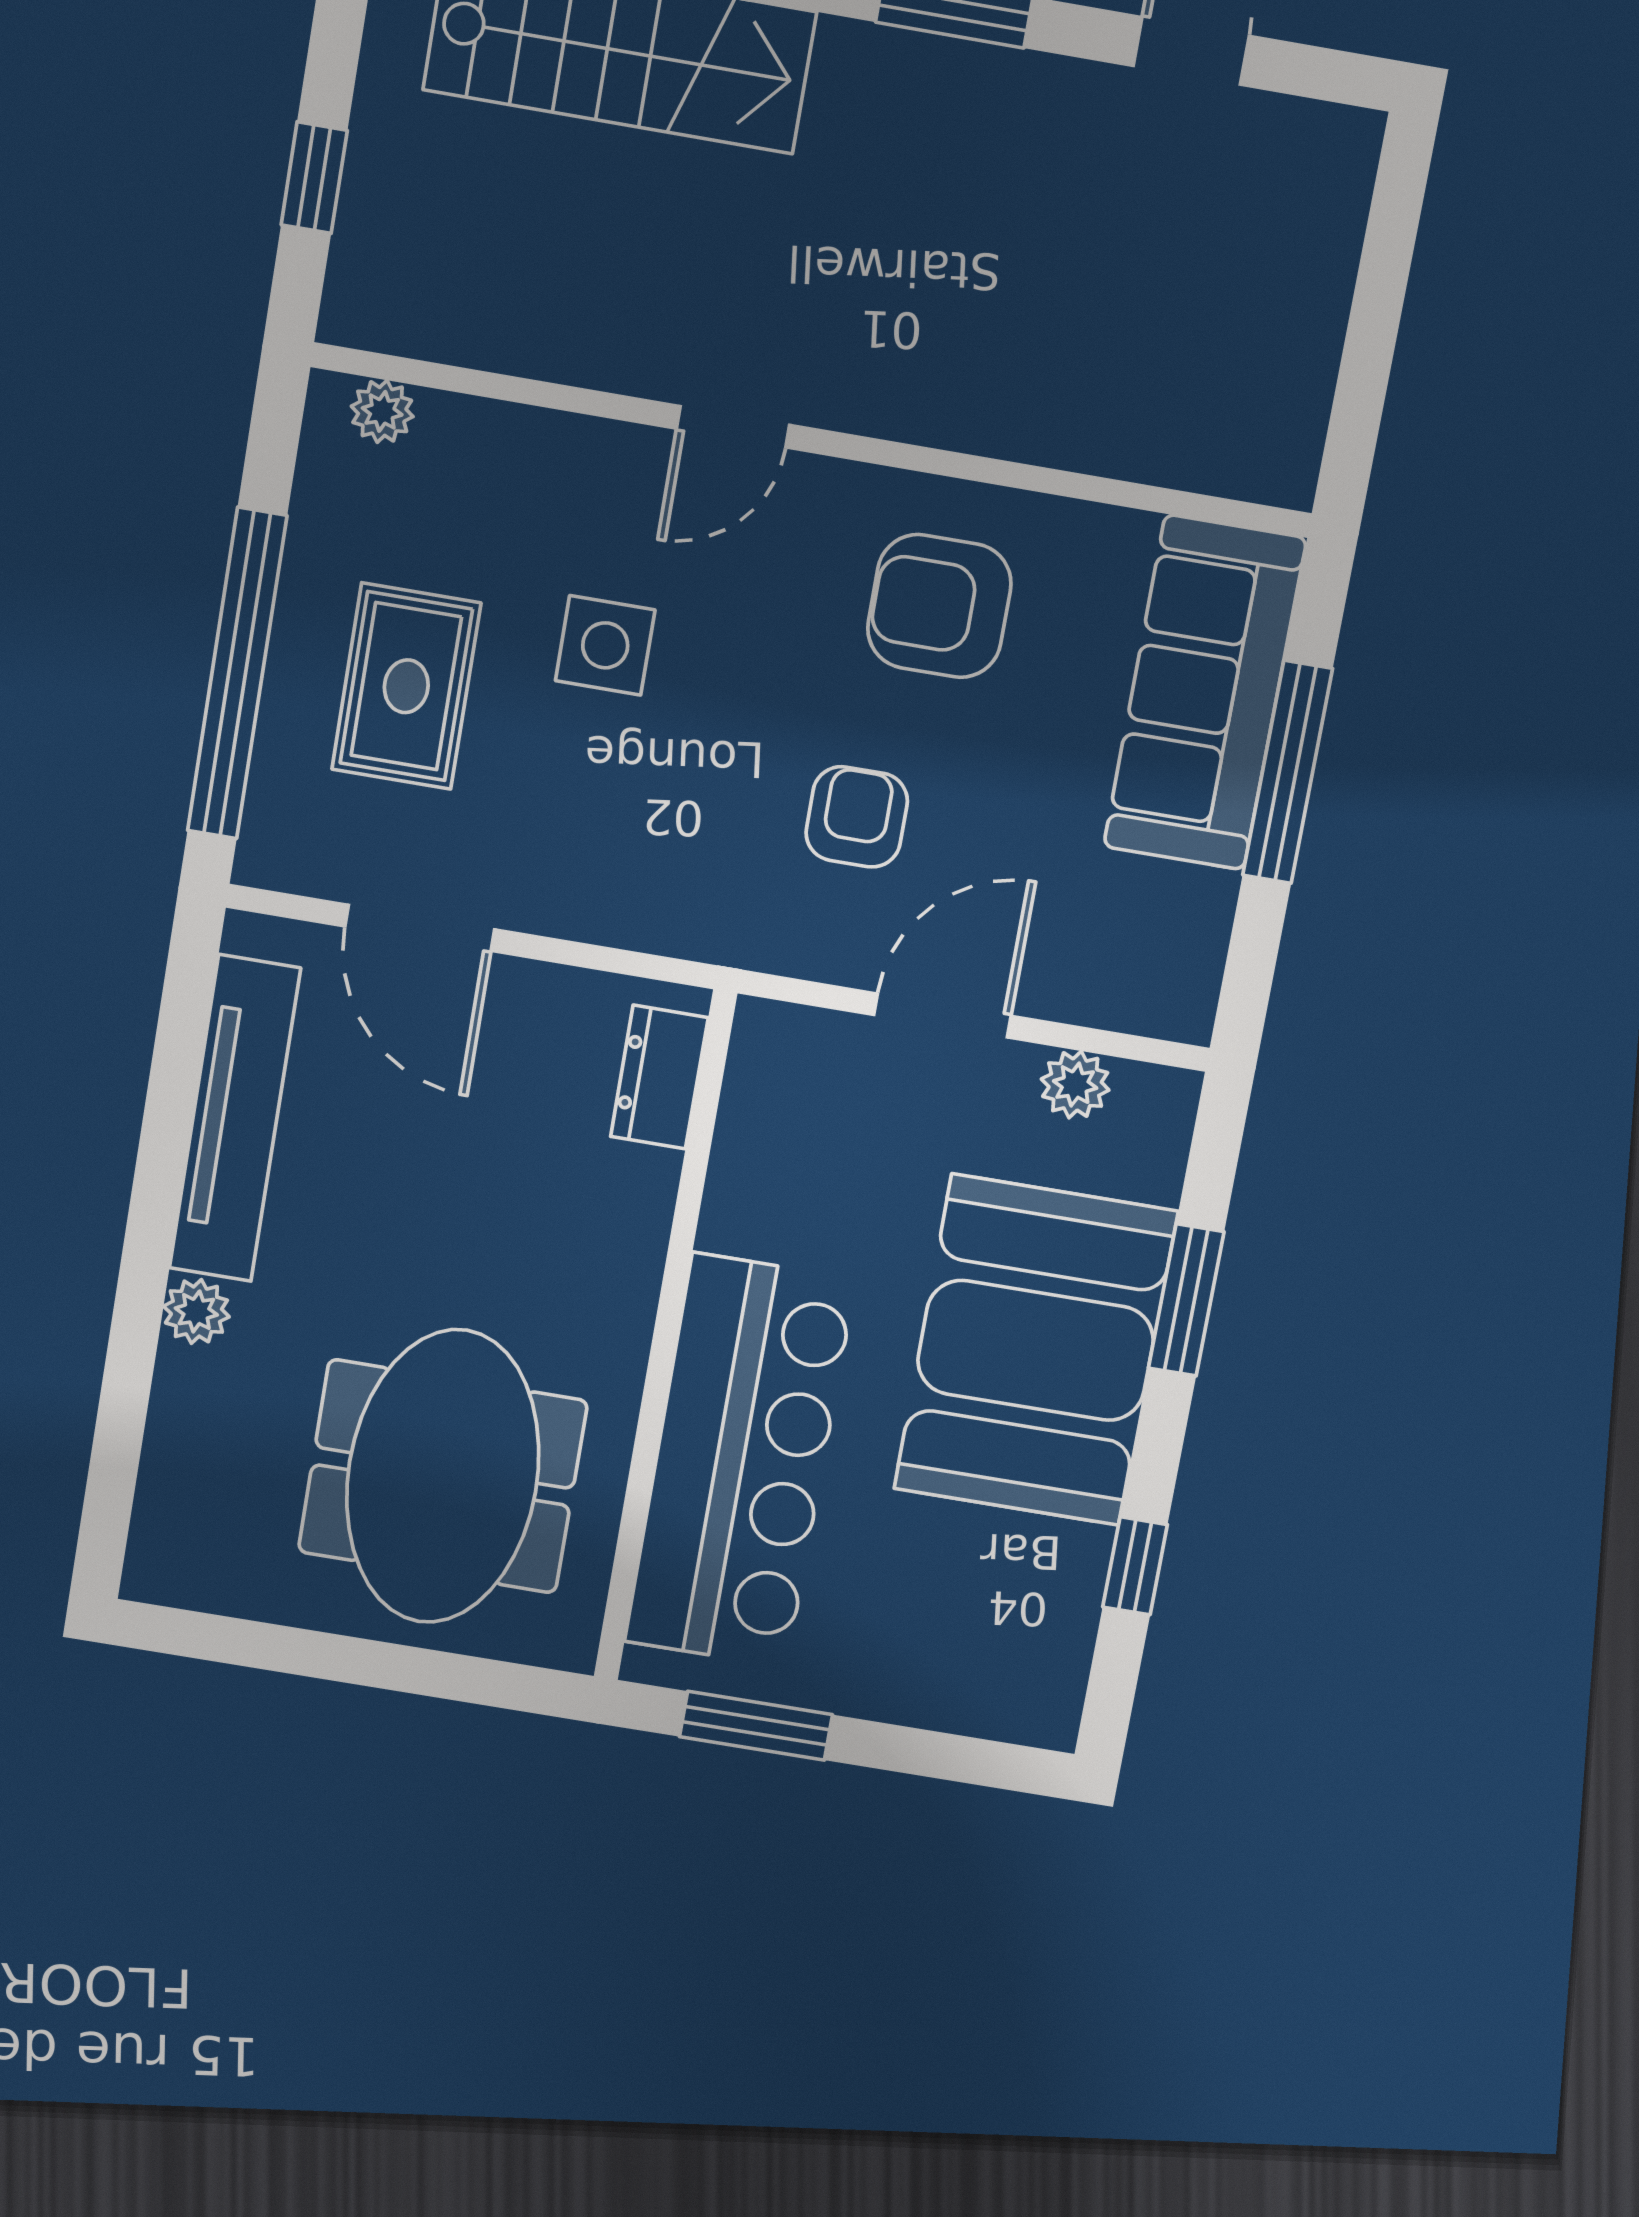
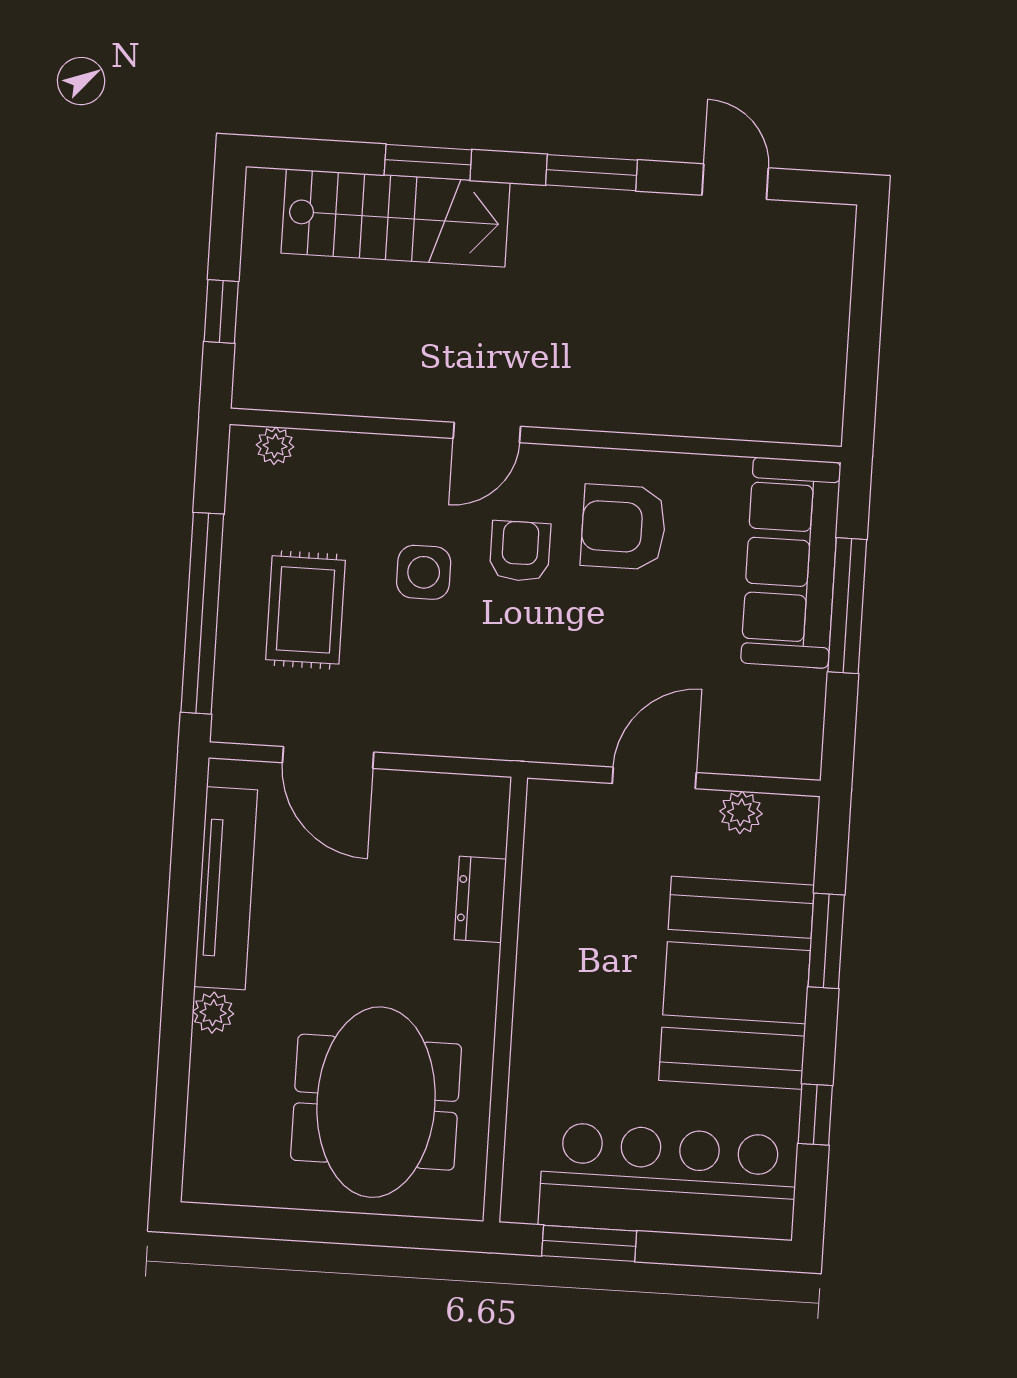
armchair: (857, 817) -> (520, 551), moved
dresser: (659, 1077) -> (480, 899), moved
bar counter: (740, 1461) -> (668, 1181), moved, turned -90

